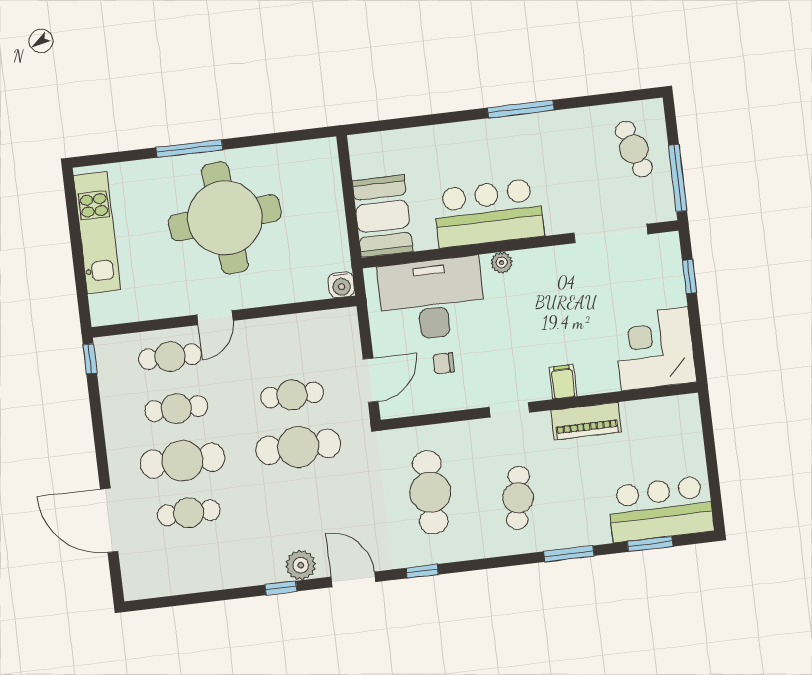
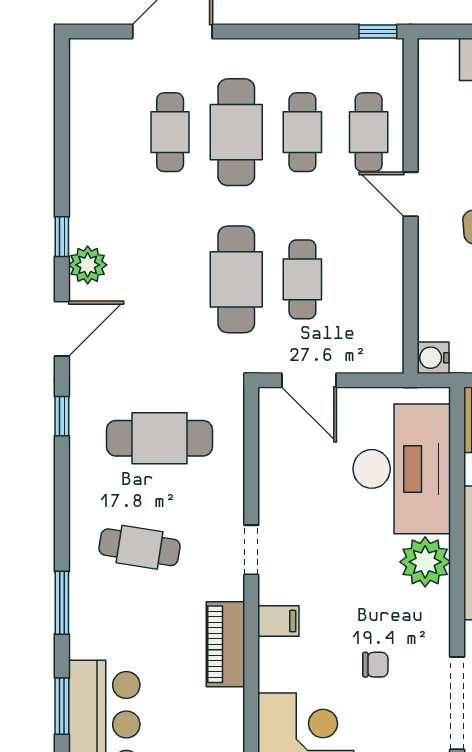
plant: (502, 263) -> (425, 562), width x1.88, depth x1.88
chair: (444, 363) -> (375, 665), moved, turned 90

